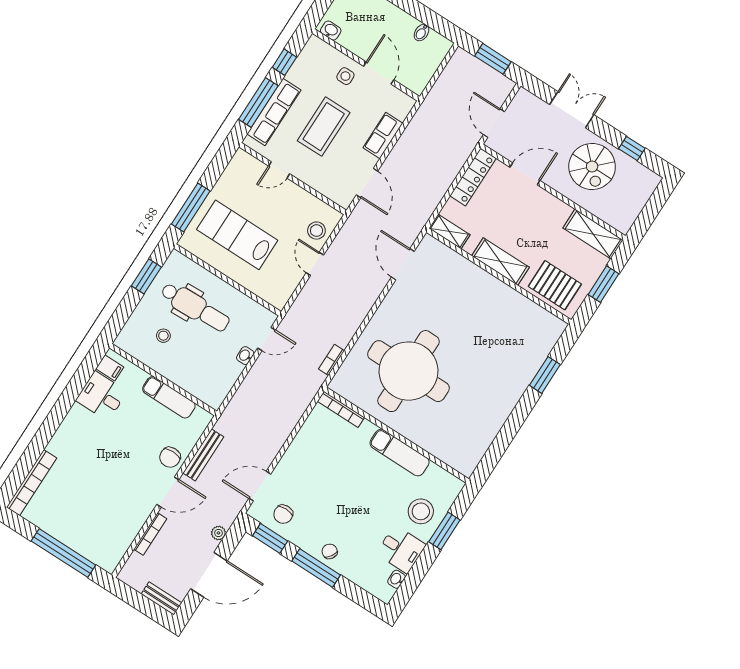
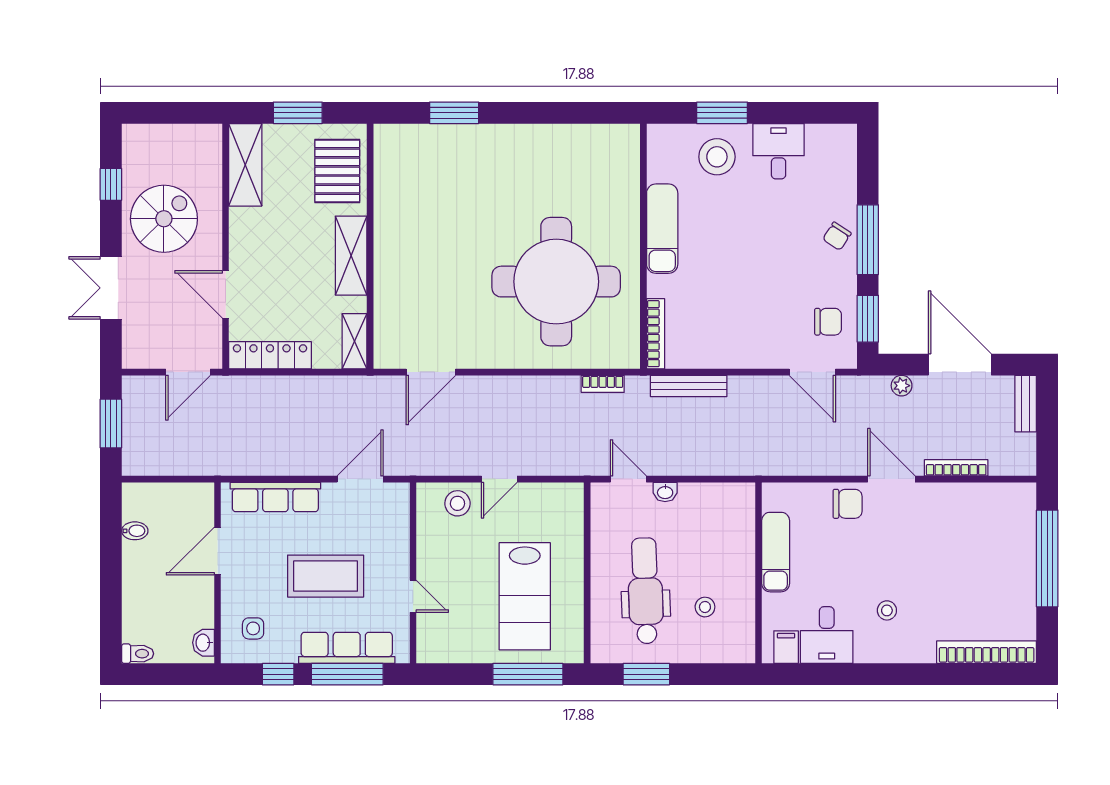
side table: (345, 76) -> (253, 628), moved
row of seats: (383, 136) -> (275, 497), width x1.48
stool: (93, 440) -> (887, 610), added
bench: (203, 455) -> (689, 386), moved
washbasin: (396, 579) -> (818, 133), removed

